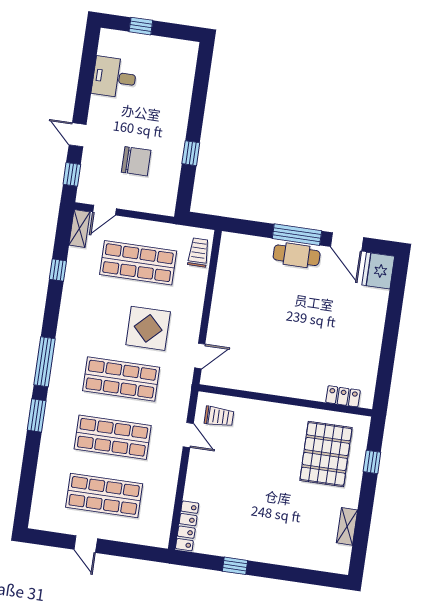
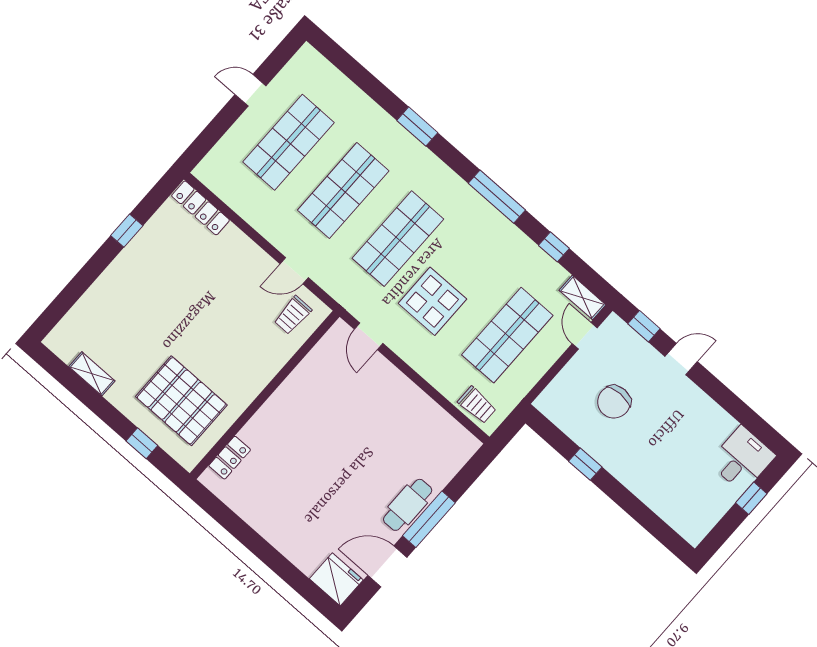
desk: (114, 77) -> (742, 459), moved
window: (44, 362) -> (497, 197), moved

